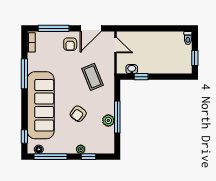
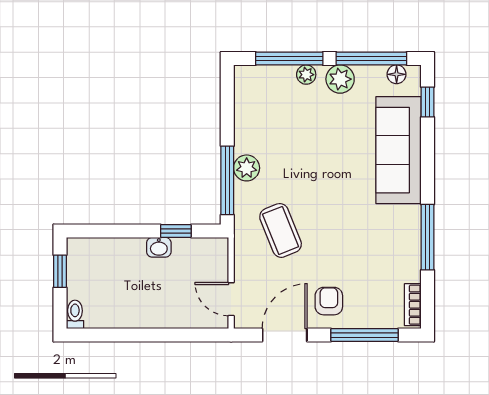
washbasin: (132, 69) -> (159, 247), moved
sofa: (41, 105) -> (398, 150), width x0.74, depth x0.79
armchair: (78, 114) -> (312, 151), removed
window: (117, 117) -> (227, 180), moved
plant: (108, 120) -> (247, 168), moved
plant: (65, 147) -> (340, 79), added
window: (88, 157) -> (289, 59), width x2.17

